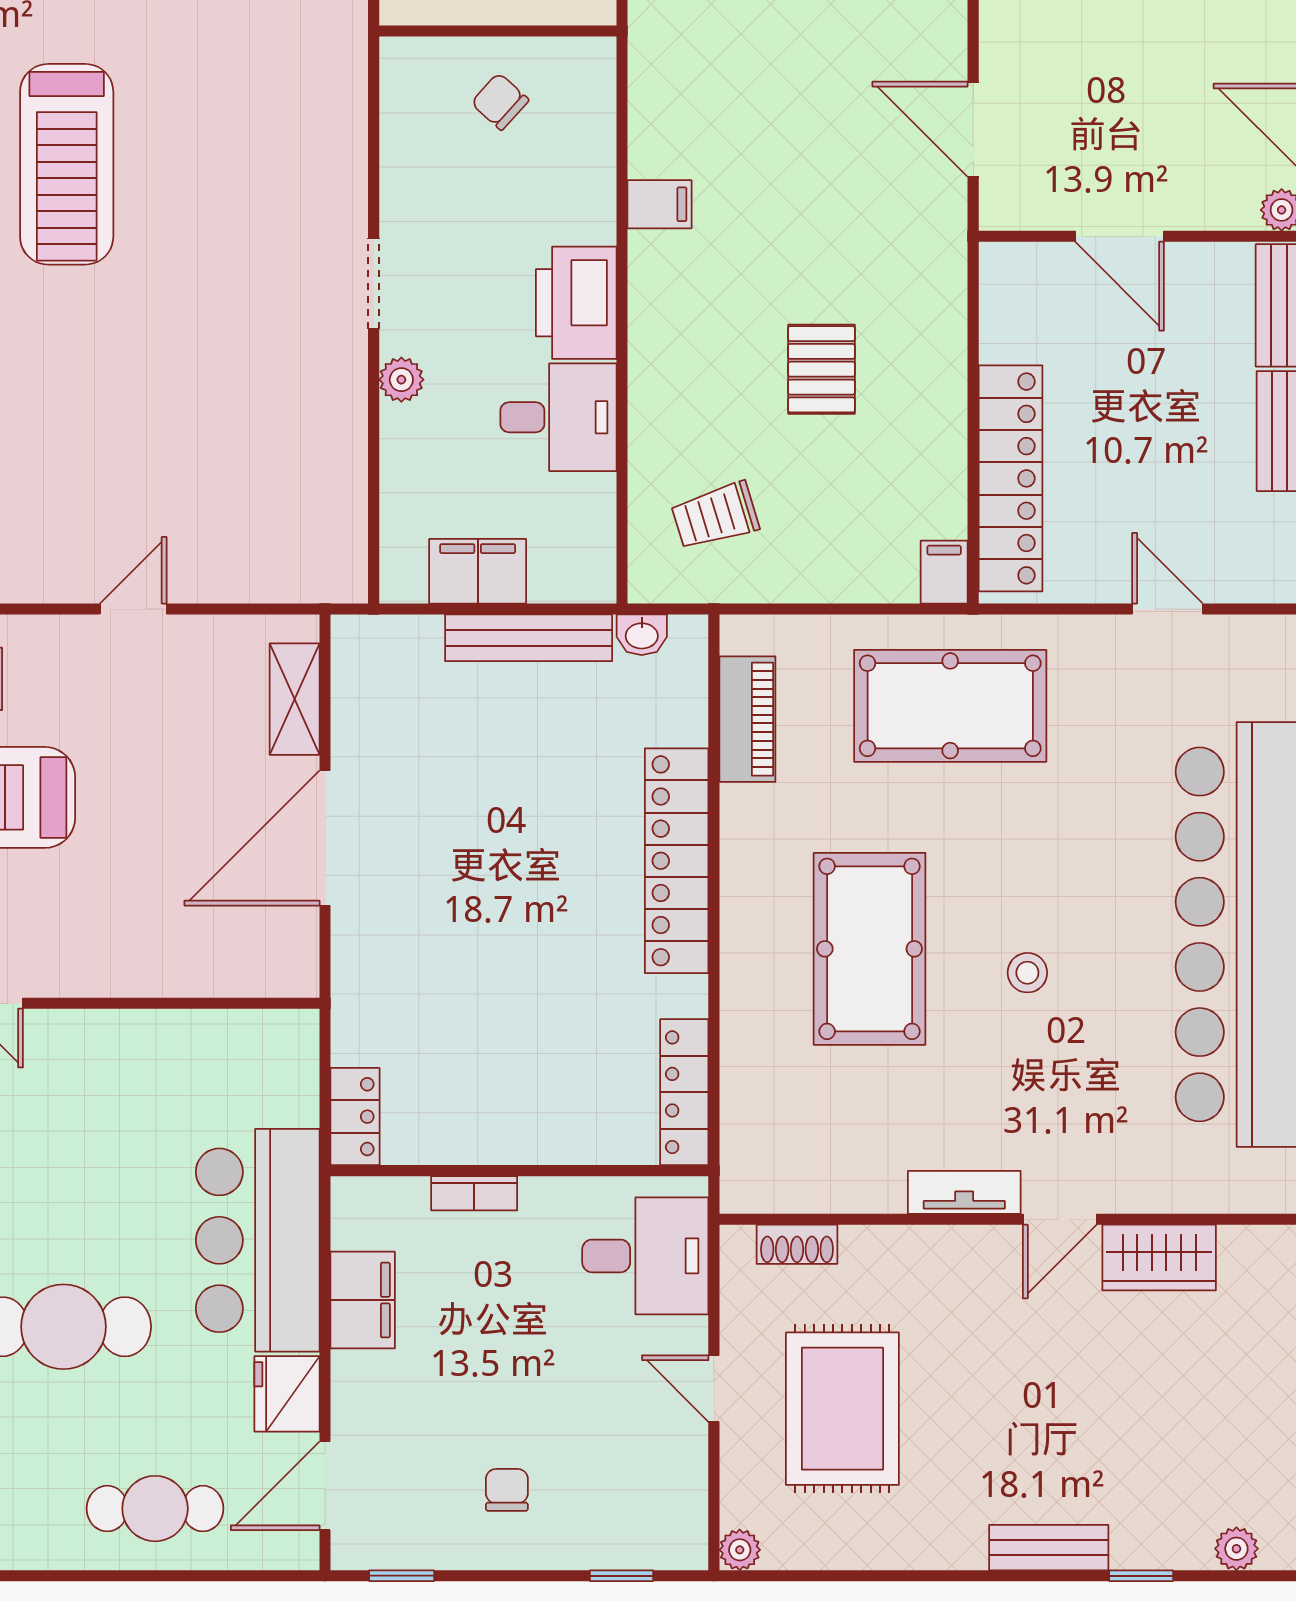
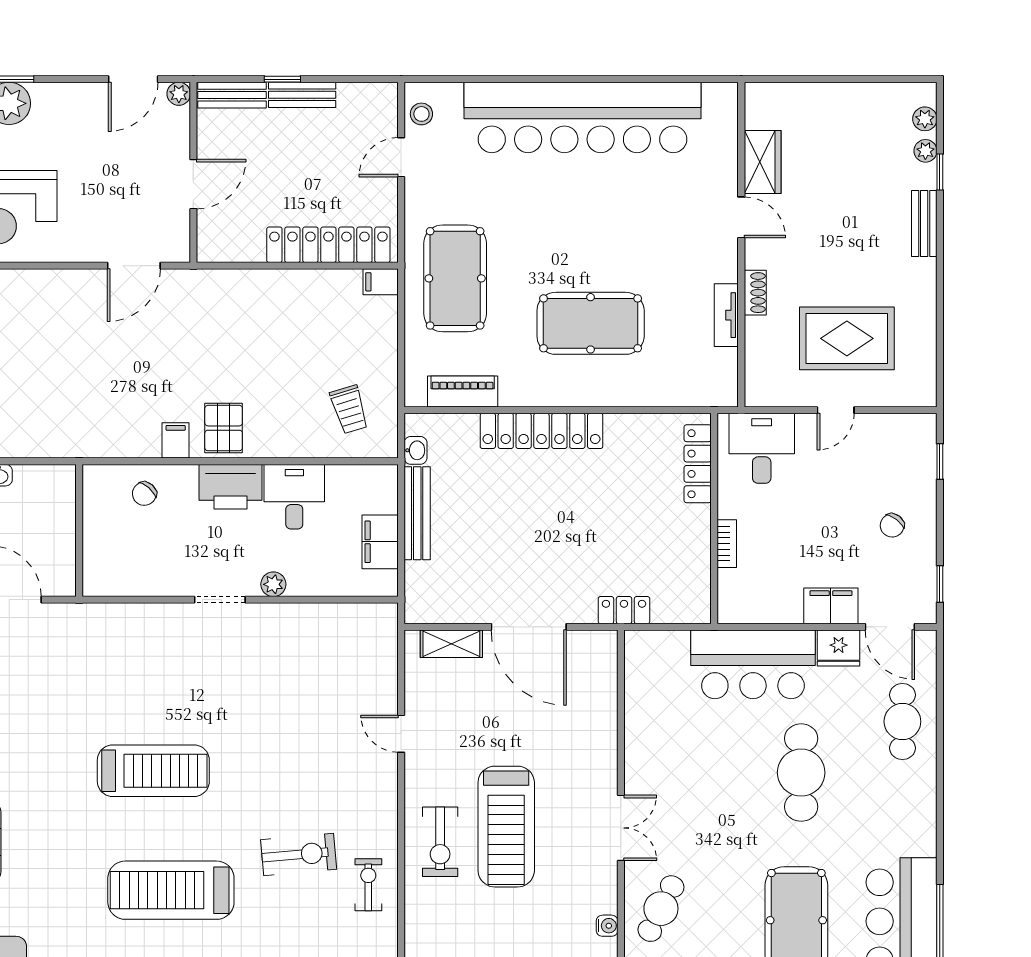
chair: (500, 101) -> (144, 494), moved
pallet: (821, 369) -> (224, 428), moved, turned 90
stool: (1027, 973) -> (421, 114), moved
locker: (684, 1092) -> (698, 464), moved, turned 90
locker: (355, 1117) -> (624, 610), moved
tv unit: (964, 1192) -> (726, 315), moved
shoe rack: (797, 1244) -> (755, 293), moved
filing cabinet: (363, 1300) -> (831, 606), moved
chair: (507, 1490) -> (892, 525), turned -52
plant: (740, 1550) -> (925, 151), moved

